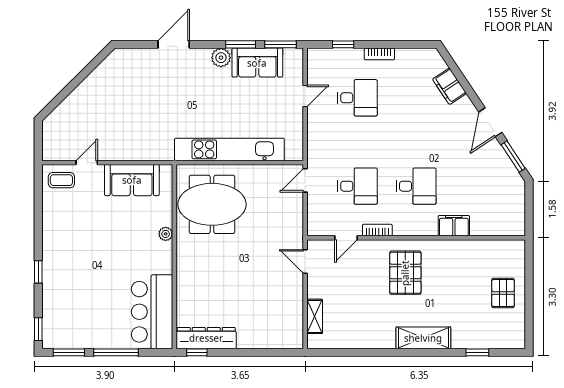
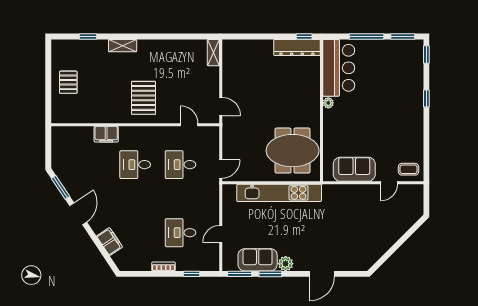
bookcase: (377, 230) -> (165, 131), removed
plant: (166, 234) -> (328, 103), moved
door: (346, 238) -> (189, 125), hinge flipped
shelving: (315, 316) -> (213, 53), moved
shelving: (423, 338) -> (123, 46), width x0.67, depth x0.75

